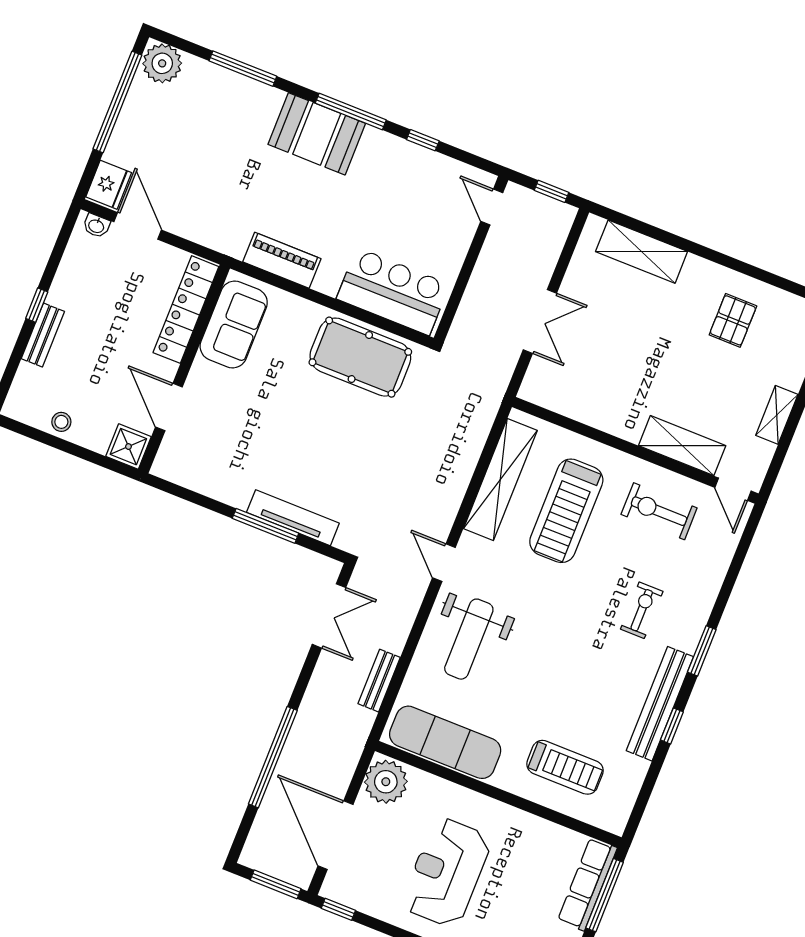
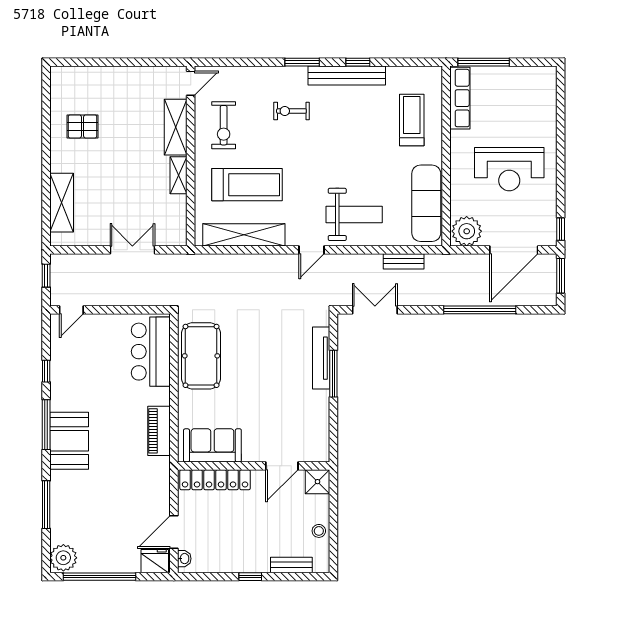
bench: (43, 335) -> (291, 565), moved
shelving: (777, 415) -> (179, 175), moved, turned 90
row of seats: (587, 884) -> (460, 98), moved, turned -90

